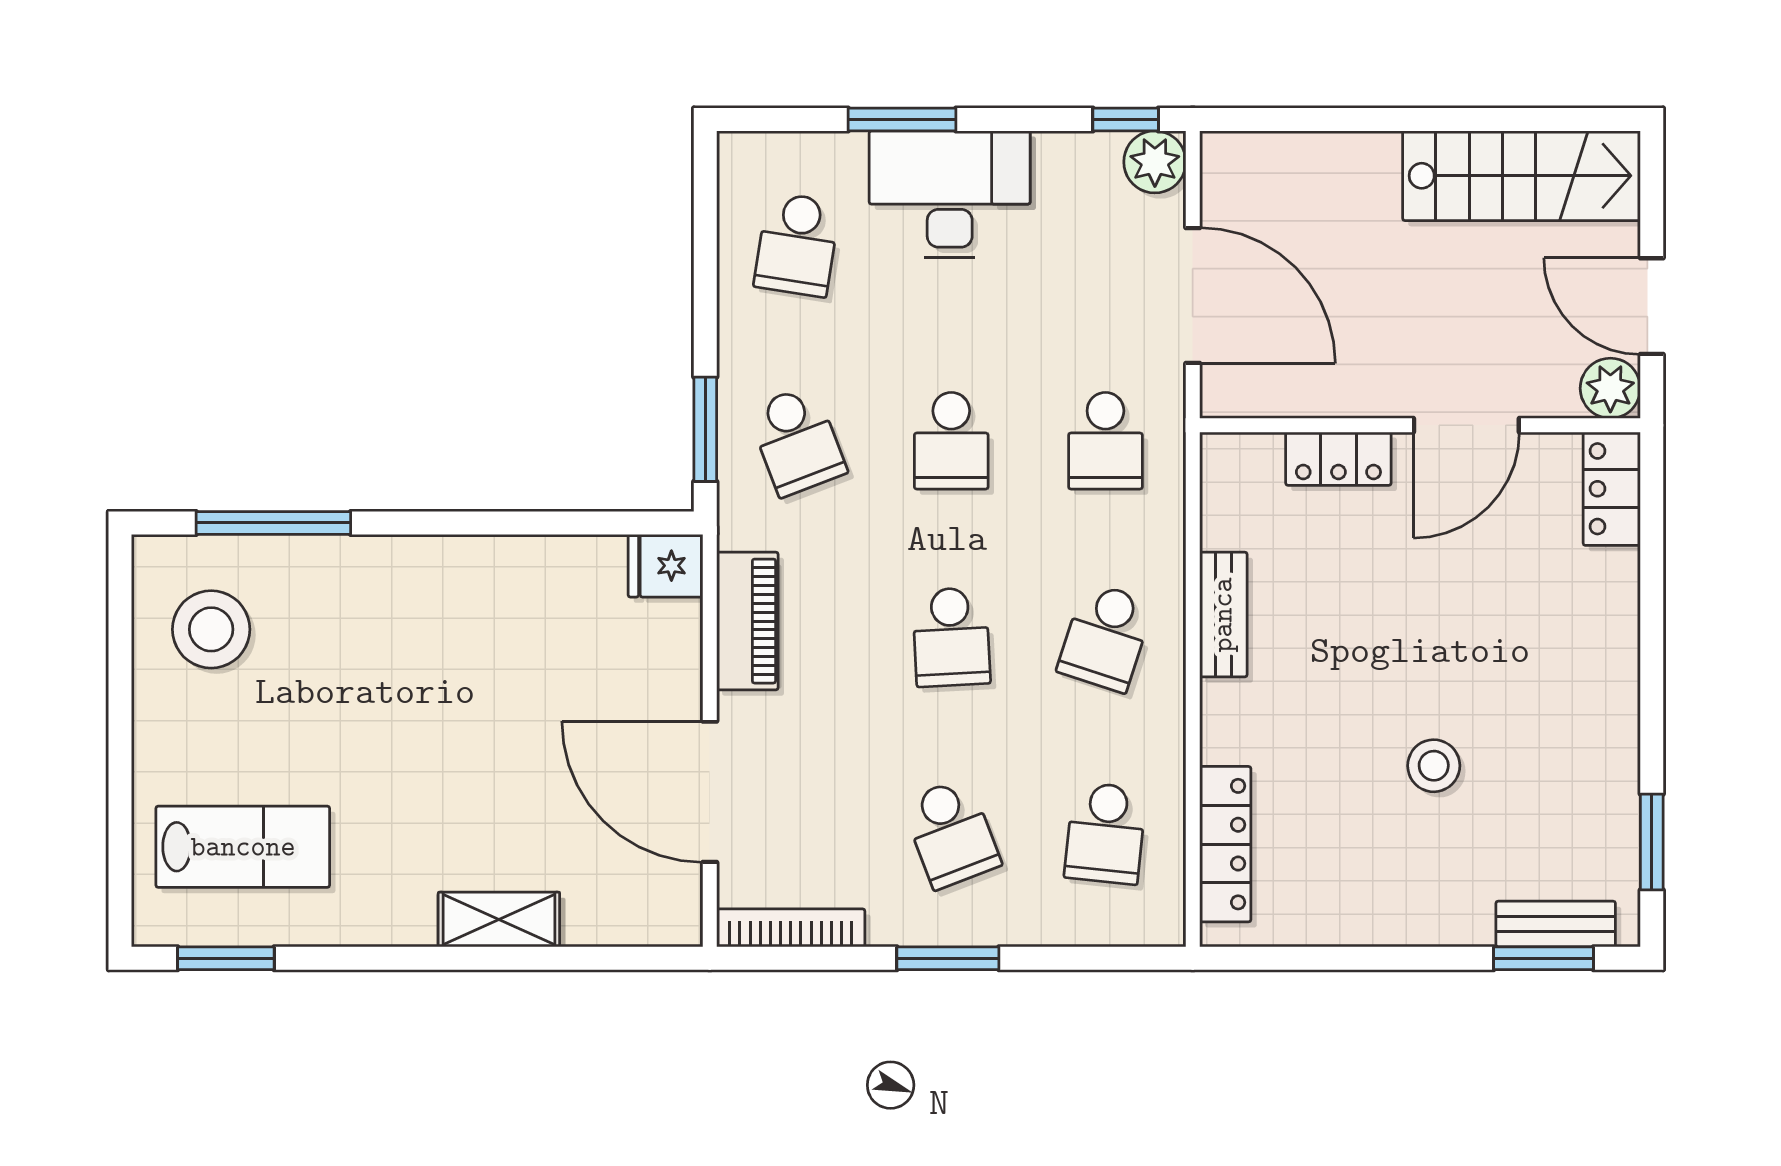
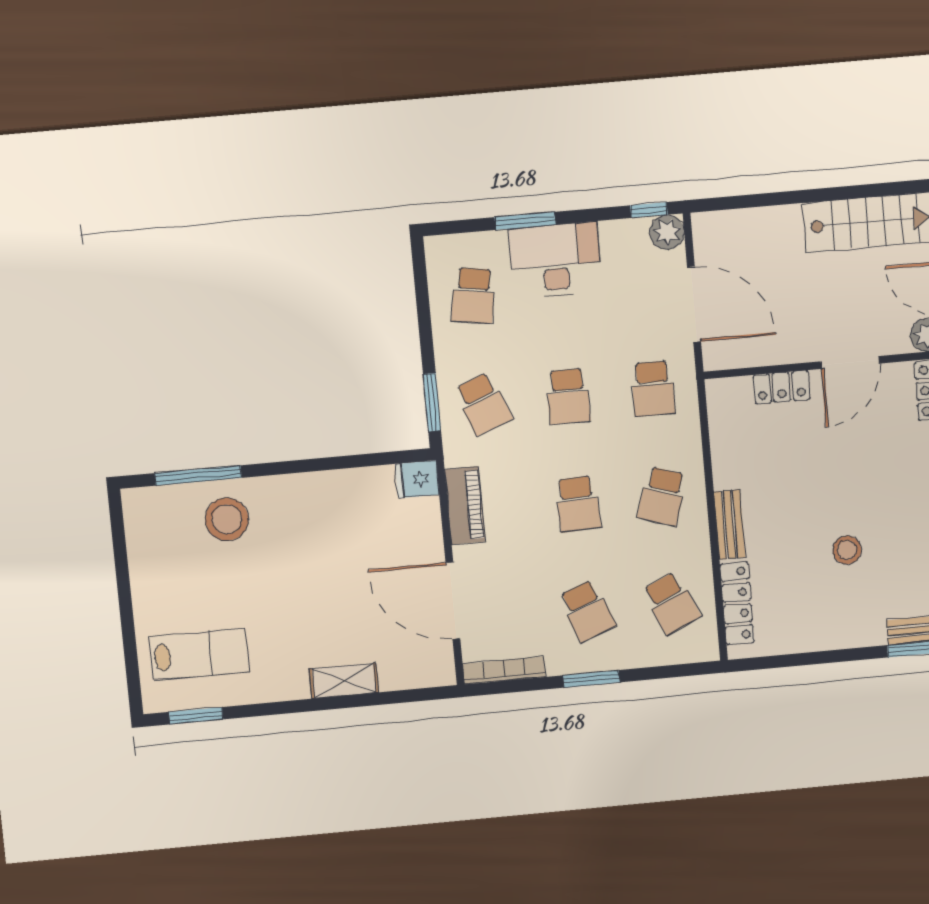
bench: (1223, 615) -> (729, 525), moved
stool: (211, 629) -> (227, 519), moved
school desk: (1105, 833) -> (671, 603), turned -30

